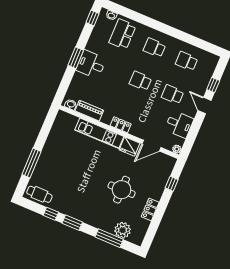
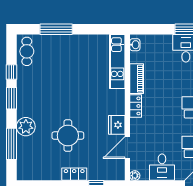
piano: (89, 111) -> (137, 79), moved
kitchen unit: (99, 133) -> (117, 61), moved
door: (151, 146) -> (127, 147), hinge flipped
locker: (150, 210) -> (74, 174), moved
plant: (123, 230) -> (26, 127), moved

